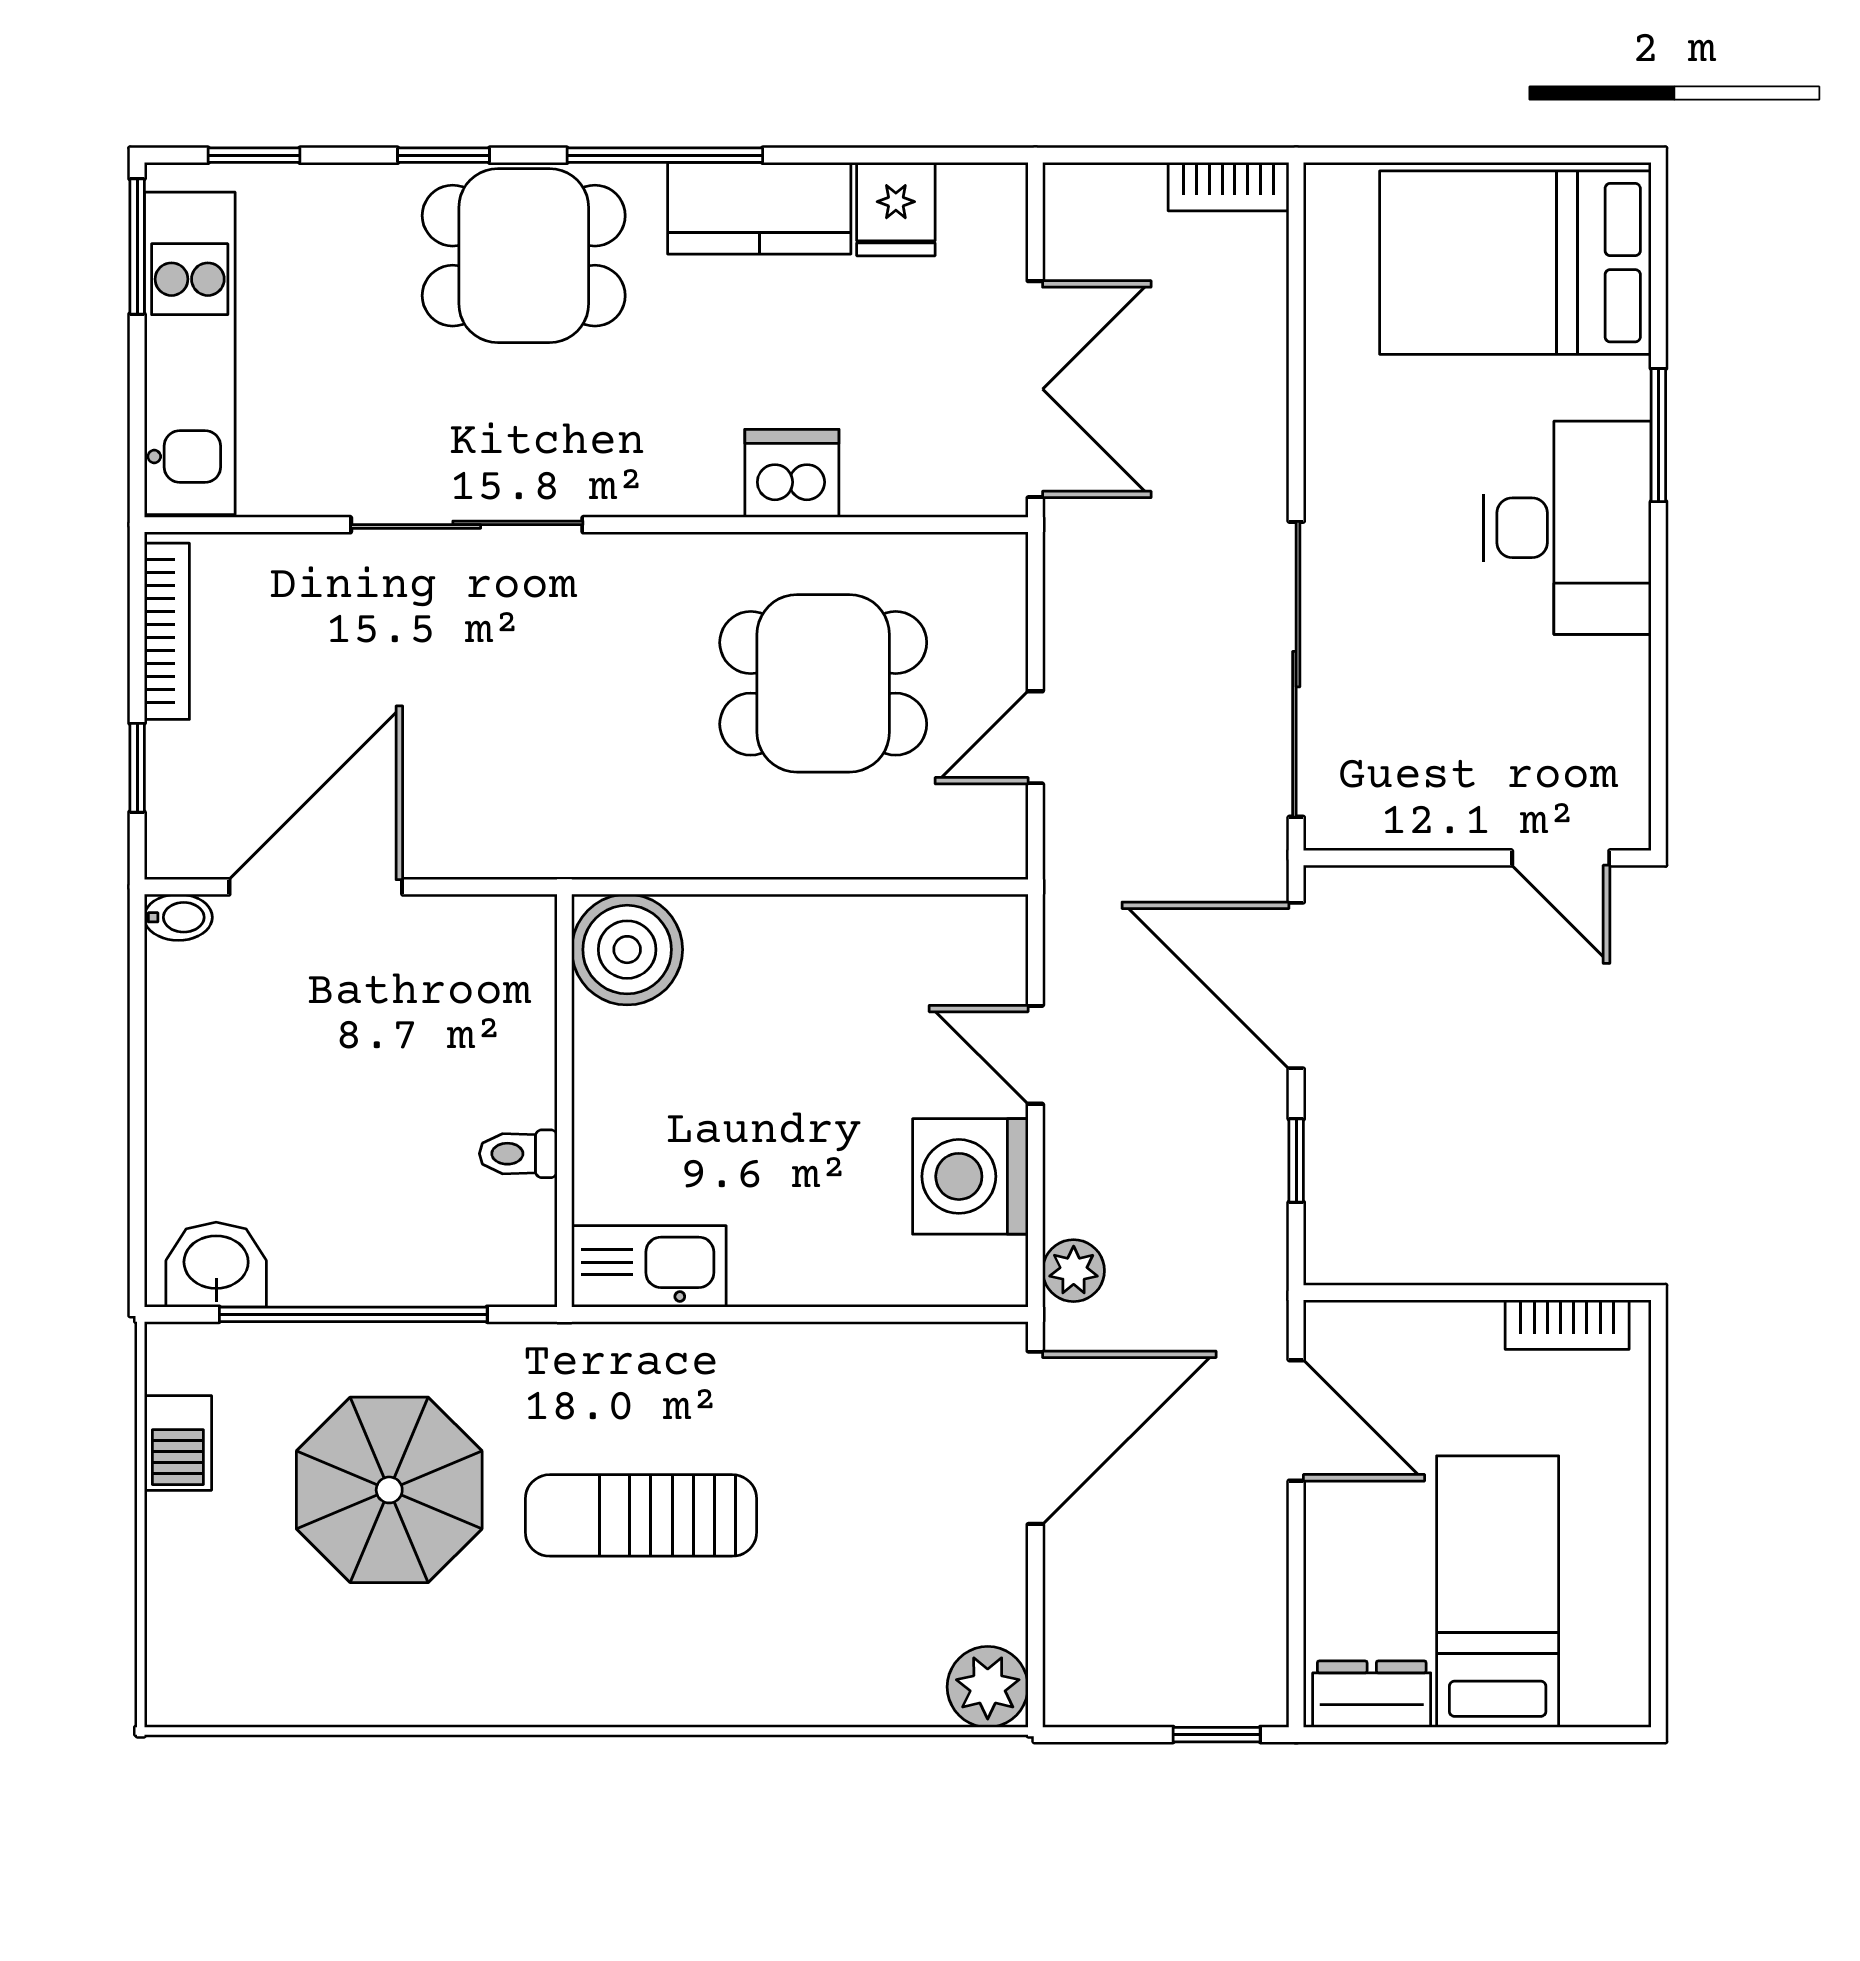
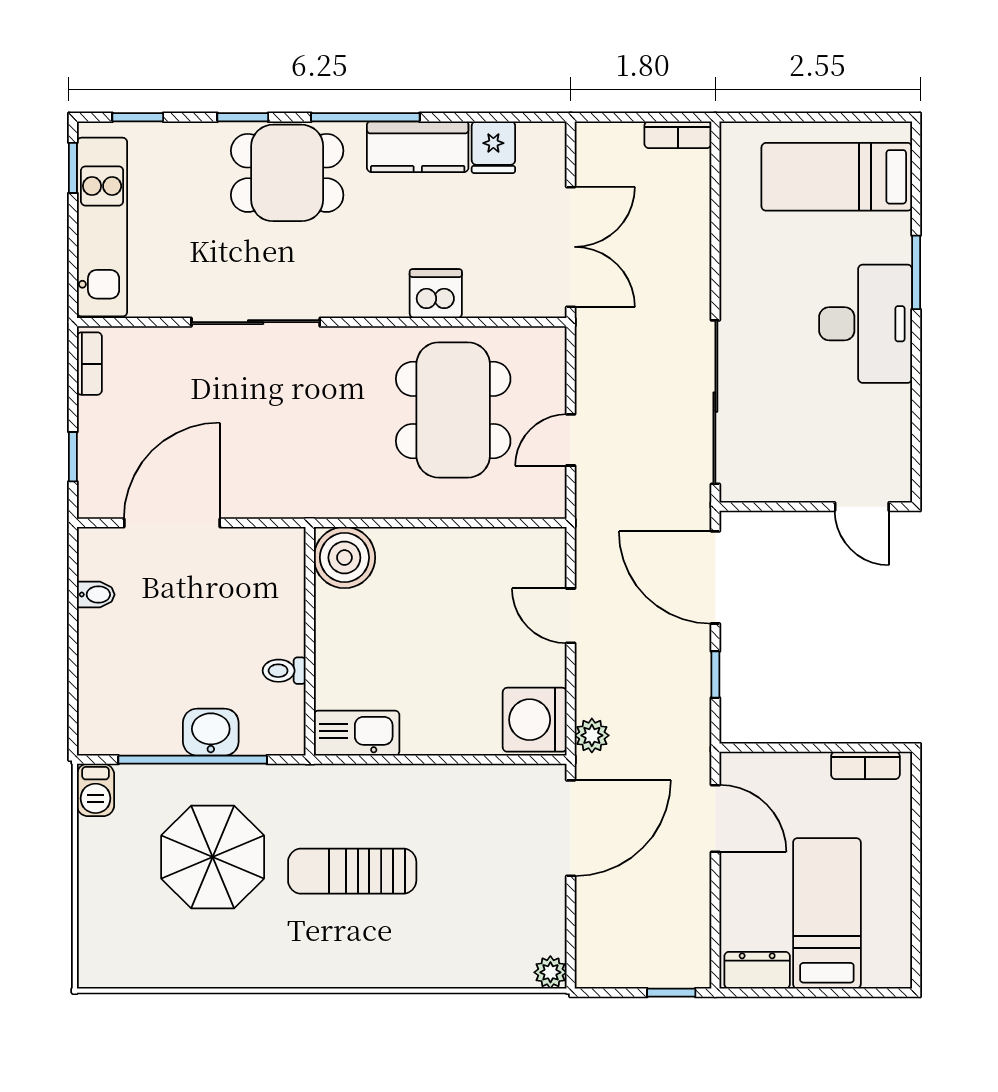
window: (137, 246) -> (73, 168), width x0.67
bed: (1515, 263) -> (837, 177), width x0.67
bookcase: (167, 631) -> (89, 364), width x0.64
dining table: (823, 683) -> (453, 410), width x1.38
bidet: (178, 917) -> (96, 595), moved
washing machine: (970, 1176) -> (535, 720), moved
washbasin: (216, 1265) -> (211, 732), moved
barbecue: (178, 1443) -> (96, 790), moved
plant: (988, 1687) -> (550, 972), width x0.73, depth x0.73

